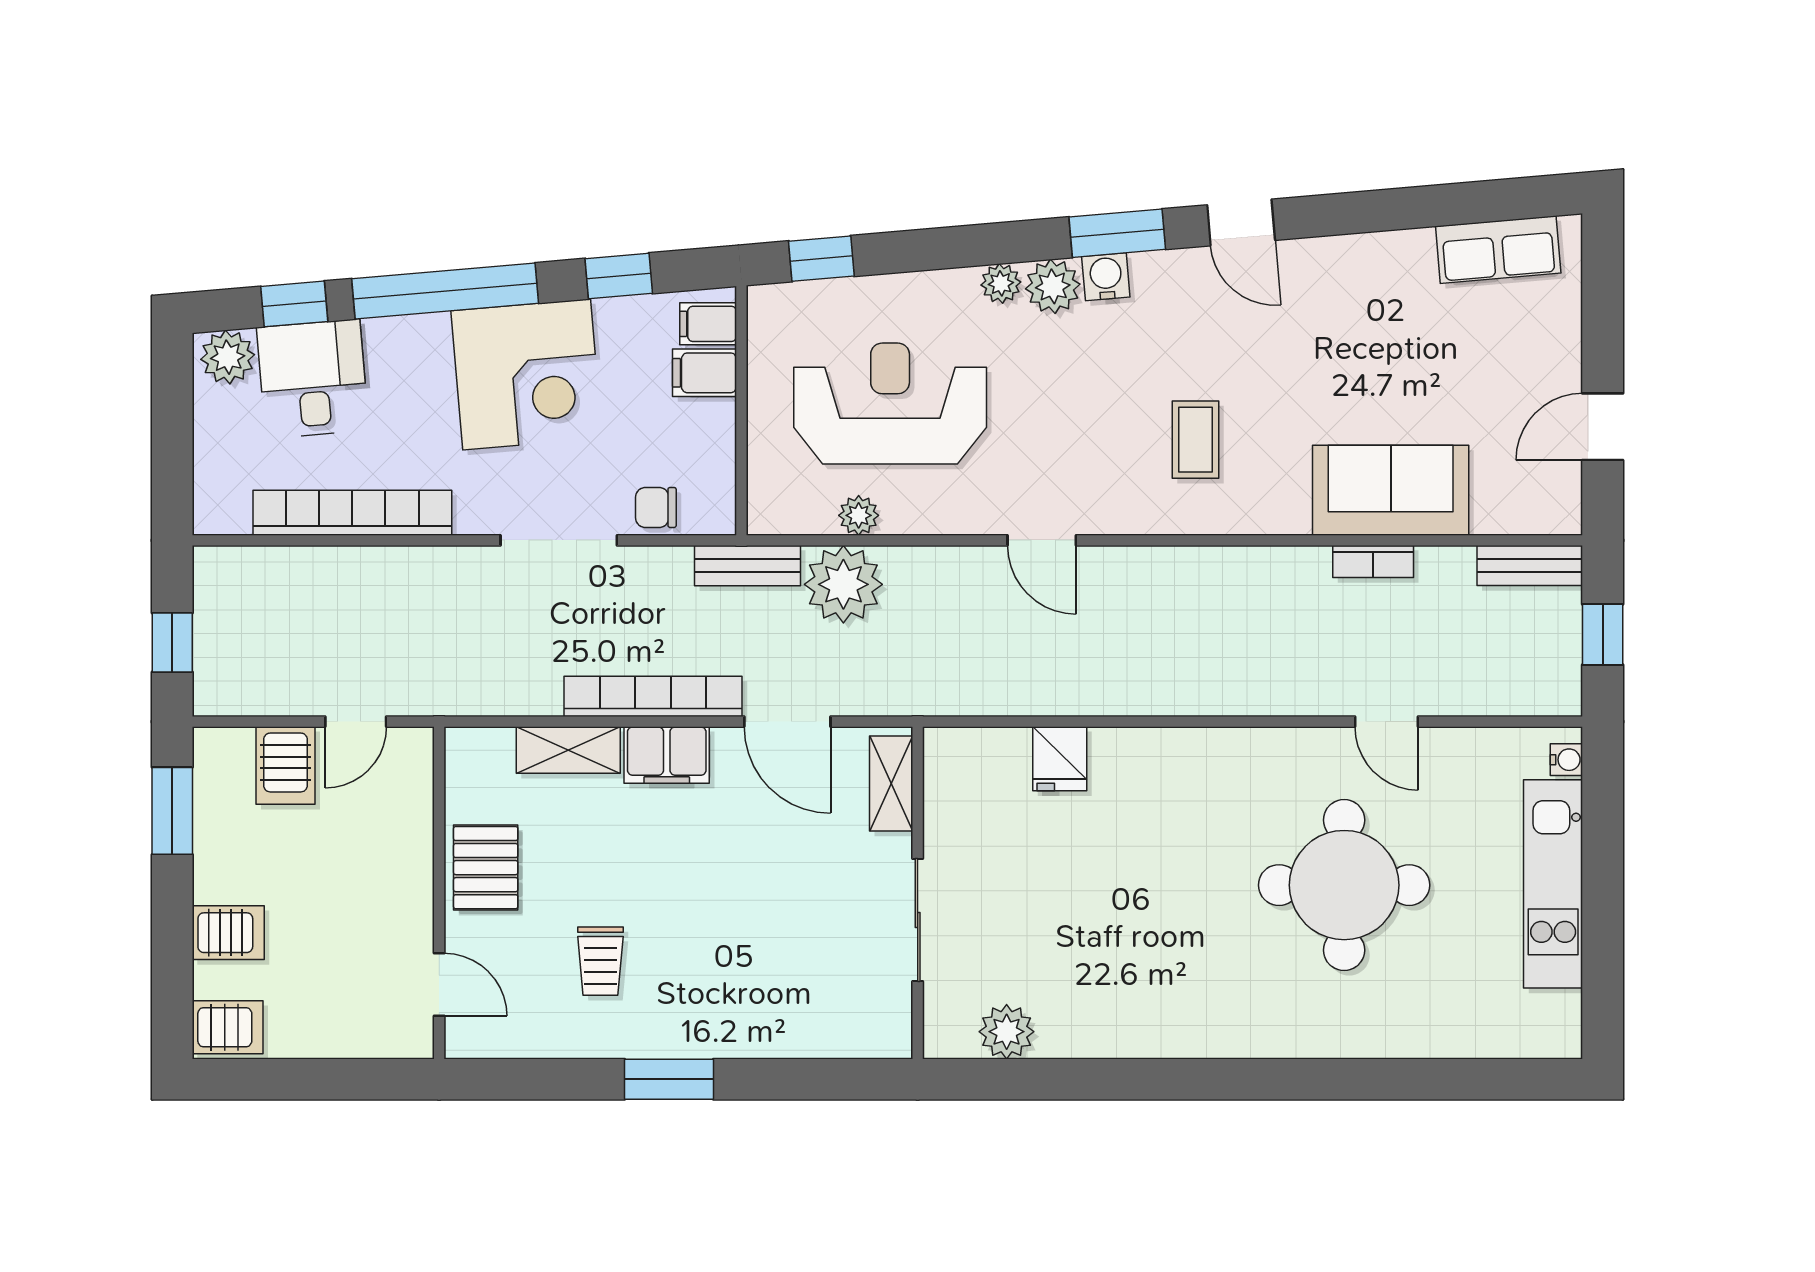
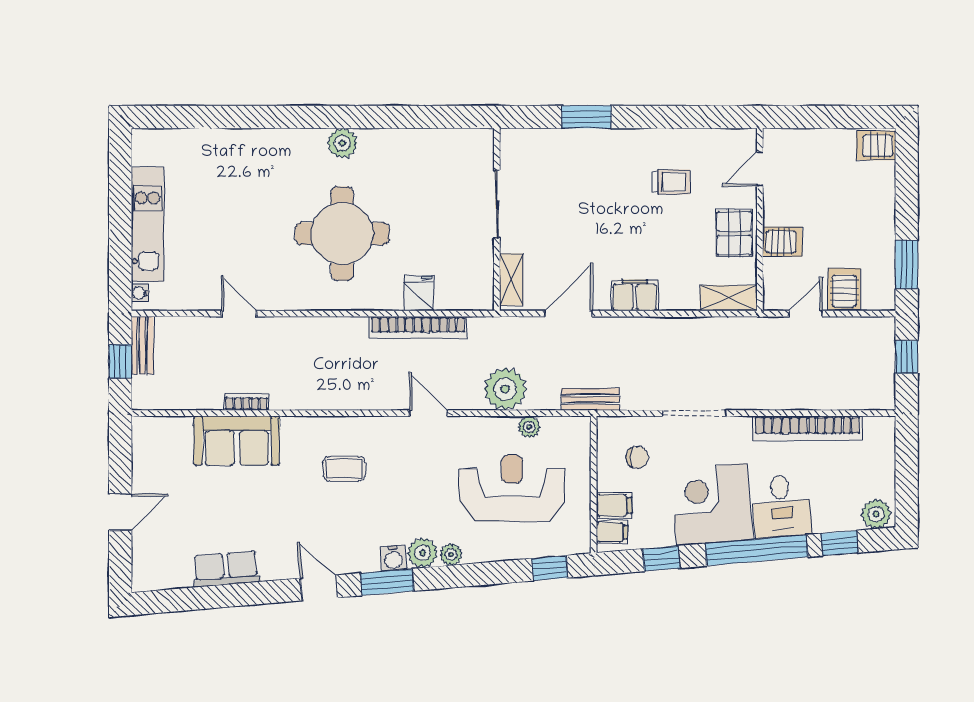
row of seats: (1498, 250) -> (226, 569), moved
desk: (313, 379) -> (781, 506), moved
reception desk: (890, 404) -> (512, 488), turned 180
door: (1603, 427) -> (120, 512), moved
coffee table: (1195, 440) -> (344, 469), turned 90
chair: (656, 507) -> (637, 457), moved
bench: (1530, 565) -> (142, 345), moved, turned 90
plant: (843, 584) -> (505, 389), moved
bookcase: (653, 696) -> (418, 327), moved
door: (787, 722) -> (568, 314), hinge flipped
shelving: (568, 750) -> (729, 298), moved
round table: (1344, 885) -> (342, 234), moved
server rack: (228, 933) -> (782, 242), moved, turned 180
trolley: (600, 961) -> (671, 182), turned 90
door: (439, 985) -> (760, 169), hinge flipped
plant: (1007, 1032) -> (342, 143), moved
window: (669, 1079) -> (587, 117), moved

